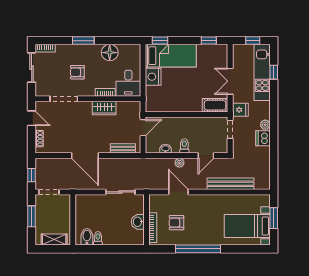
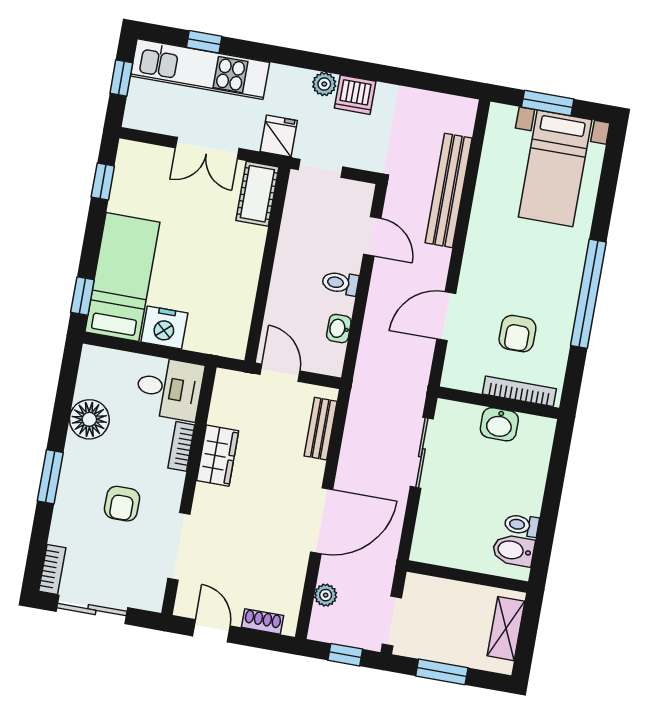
door: (32, 118) -> (211, 631), hinge flipped
plant: (179, 163) -> (326, 595), moved

